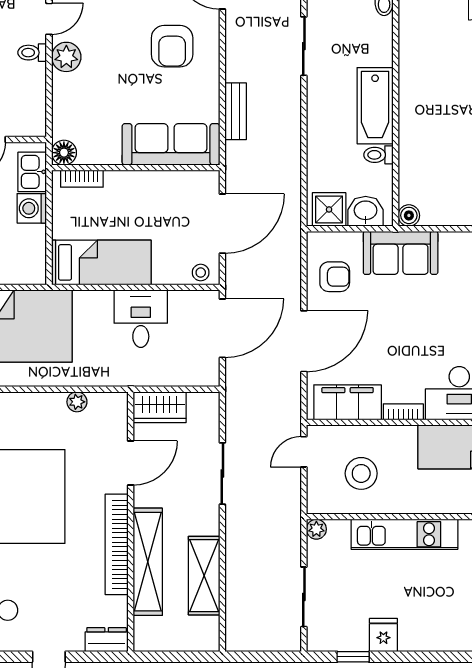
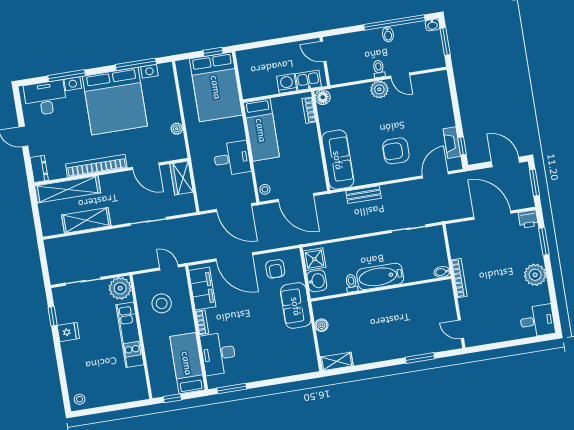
boiler: (409, 215) -> (322, 325), moved
plant: (316, 529) -> (120, 288), width x1.88, depth x1.88
shelving: (148, 562) -> (68, 189), moved

